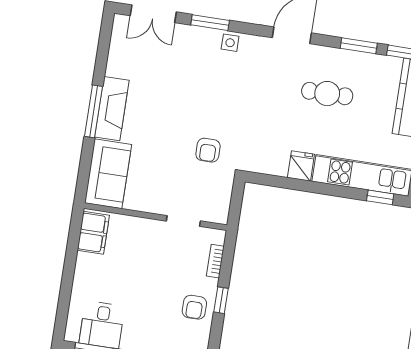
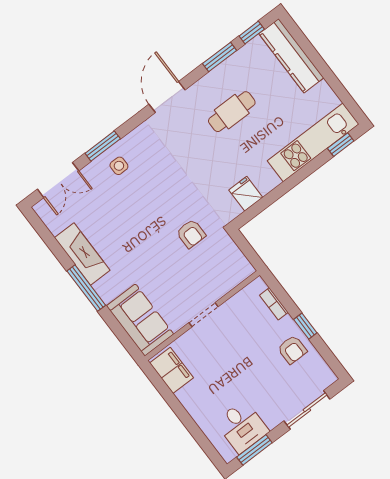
side table: (230, 43) -> (119, 166), moved
fireplace: (112, 109) -> (82, 254), moved
fridge: (301, 166) -> (246, 194), moved
doorway: (183, 221) -> (204, 315), moved

